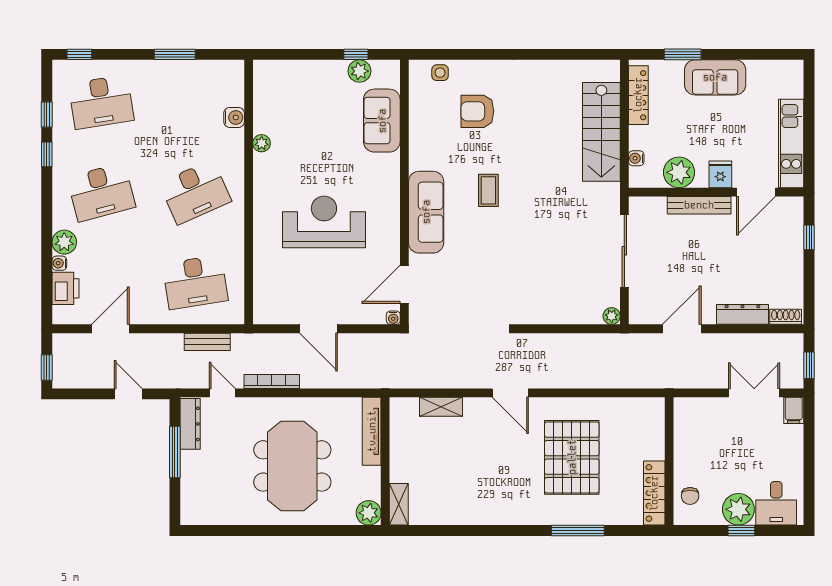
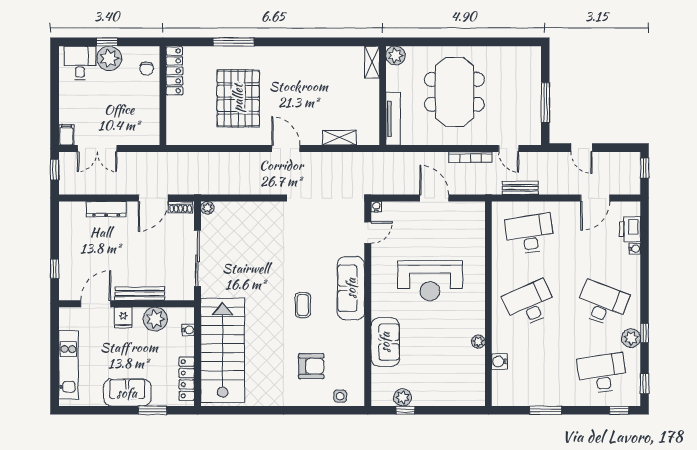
window: (47, 114) -> (645, 384), moved
sofa: (382, 121) -> (385, 342), moved
stairs: (601, 132) -> (223, 350), width x1.36, depth x1.51
kitchen unit: (791, 143) -> (68, 365), moved
desk: (101, 192) -> (602, 304), turned 36
plant: (64, 242) -> (631, 338), moved
door: (404, 284) -> (368, 233), width x0.73
shoe rack: (786, 317) -> (181, 207), moved
dresser: (190, 424) -> (534, 124), removed
chair: (690, 496) -> (147, 69), turned 180

